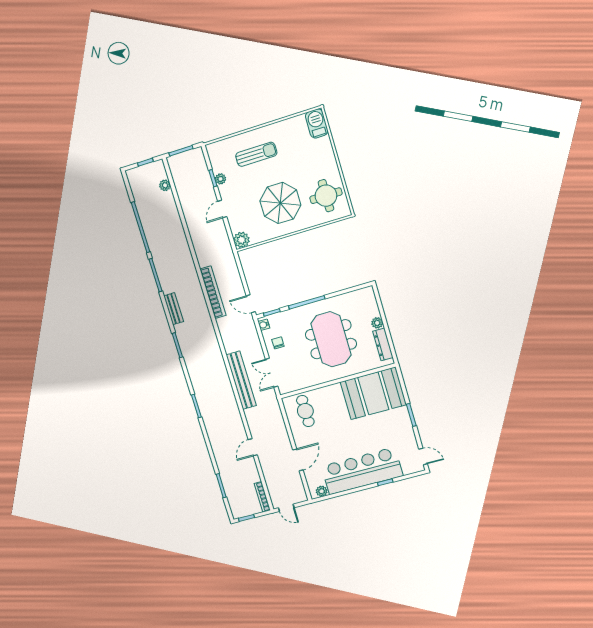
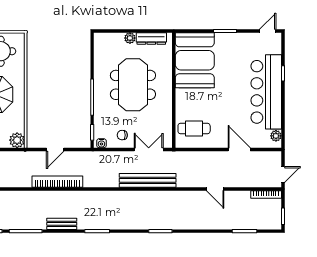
door: (251, 304) -> (55, 150), moved
meeting table: (331, 339) -> (133, 85), turned 90
double door: (272, 373) -> (149, 150), swing flipped

